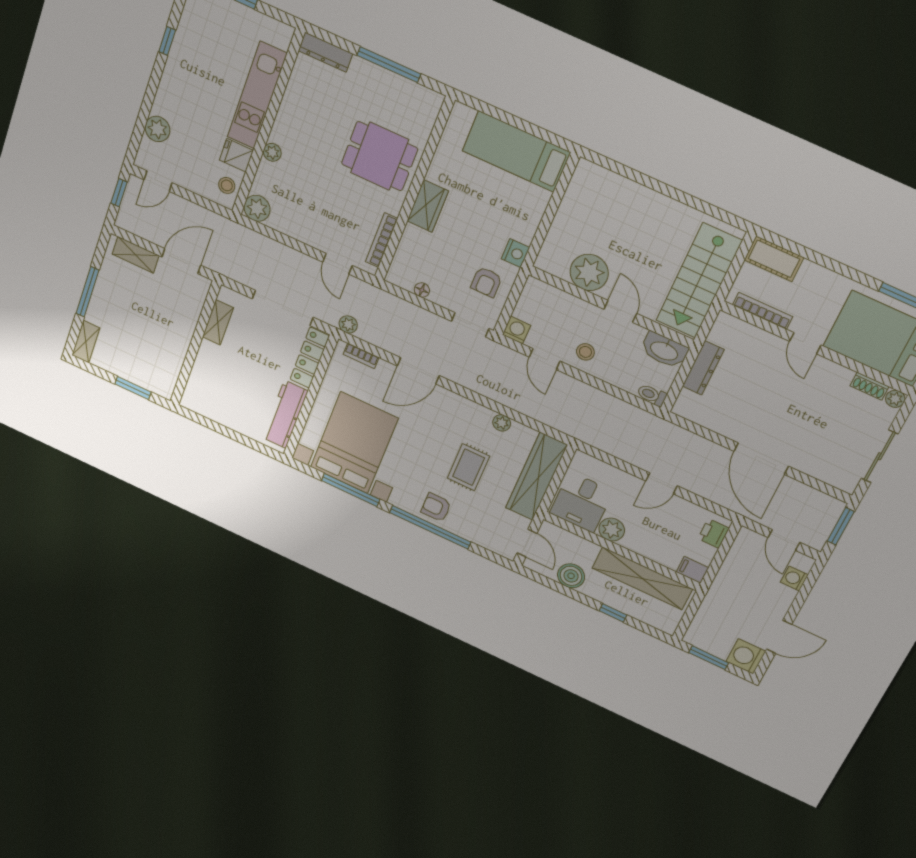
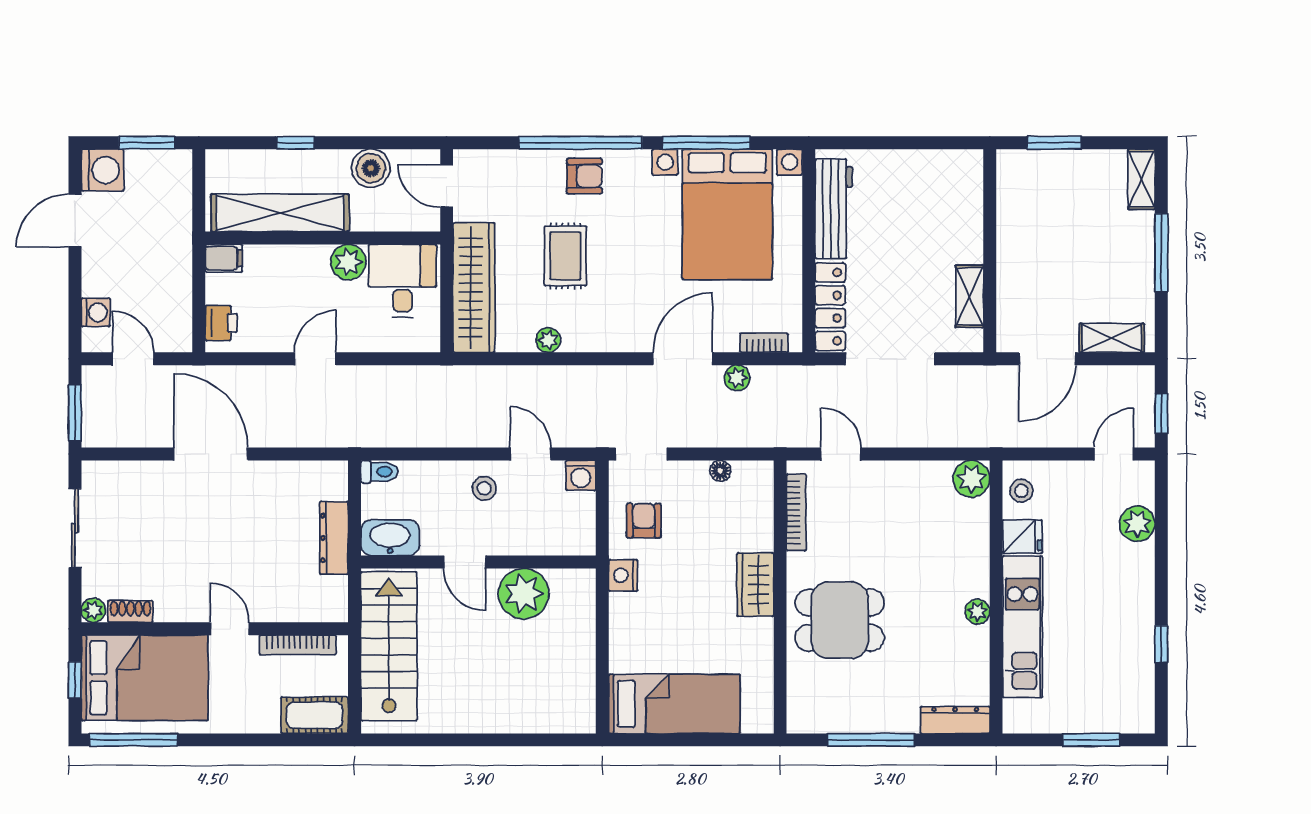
plant: (272, 152) -> (977, 612), moved
plant: (348, 324) -> (737, 378), moved

